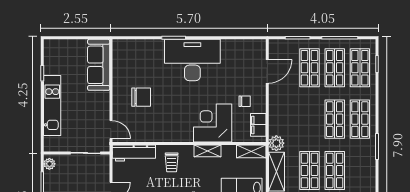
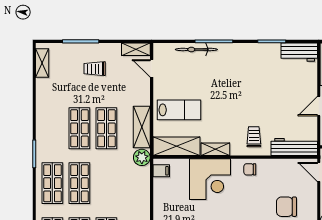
chair: (245, 101) -> (250, 169), moved
filing cabinet: (258, 125) -> (161, 171), width x0.50
shelving: (251, 151) -> (177, 146), width x1.50, depth x1.33

